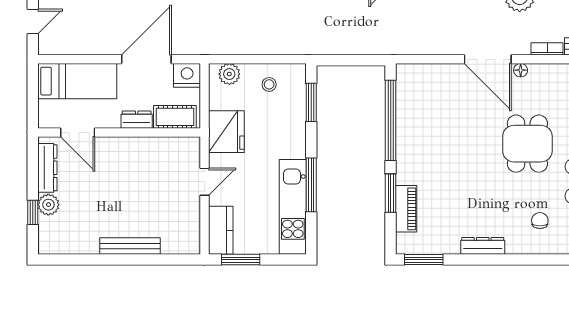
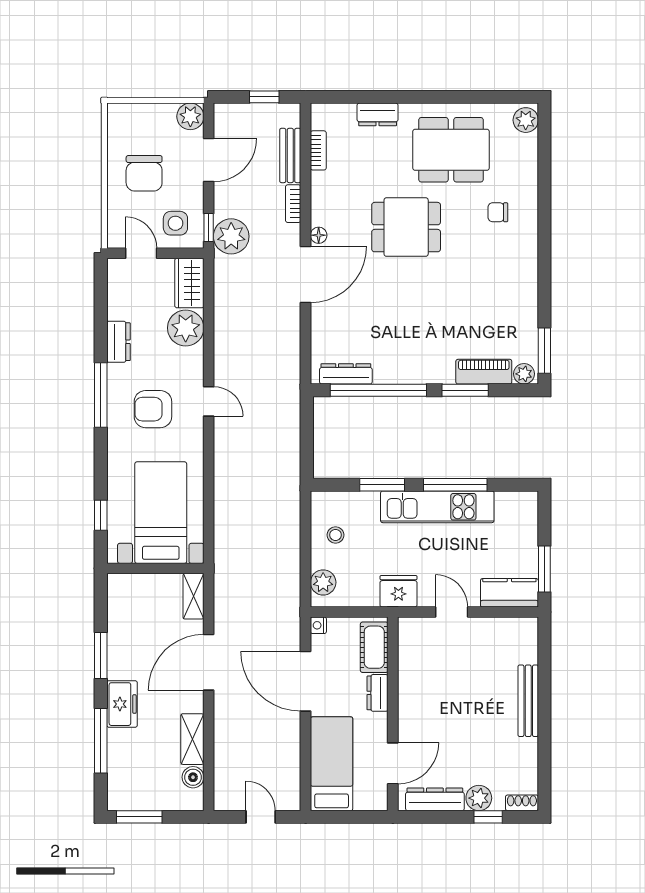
nightstand: (187, 75) -> (318, 625), width x0.53, depth x0.56
window: (311, 102) -> (382, 485), moved
fridge: (226, 132) -> (398, 591), width x0.73, depth x0.75
kitchen unit: (293, 207) -> (437, 507), moved
shoe rack: (44, 241) -> (522, 803), added
plant: (404, 243) -> (524, 374), added
dresser: (483, 246) -> (346, 374), moved, turned 90

